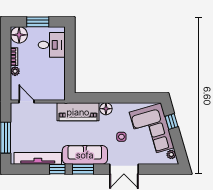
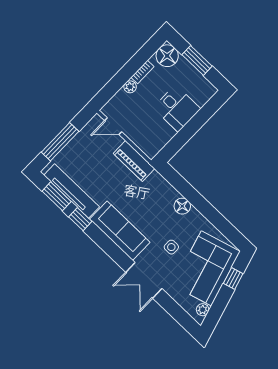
desk: (52, 45) -> (177, 108), moved
door: (27, 101) -> (113, 126), swing flipped
piano: (78, 112) -> (134, 161), moved, width x0.73, depth x0.75
window: (83, 169) -> (57, 196), moved

